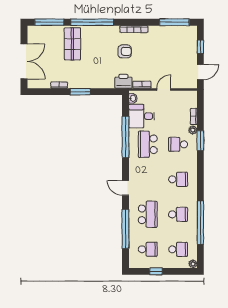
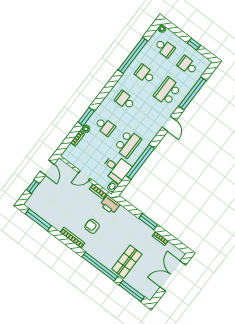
door: (200, 72) -> (47, 168), swing flipped
school desk: (178, 249) -> (165, 48), turned 180

